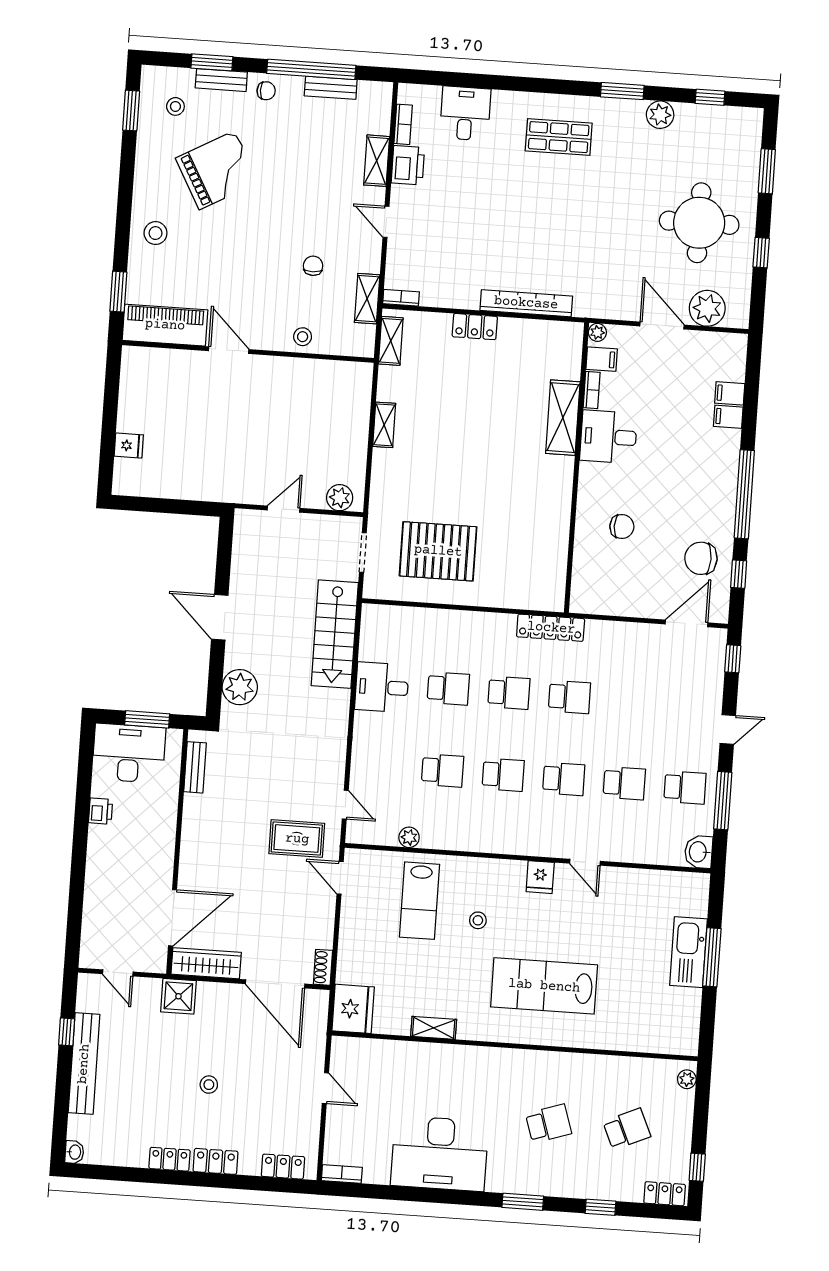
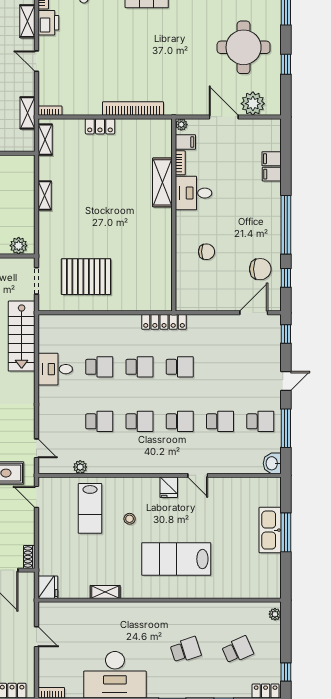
chair: (701, 558) -> (260, 269), turned 180
fridge: (353, 1009) -> (48, 587), width x0.73, depth x0.75

